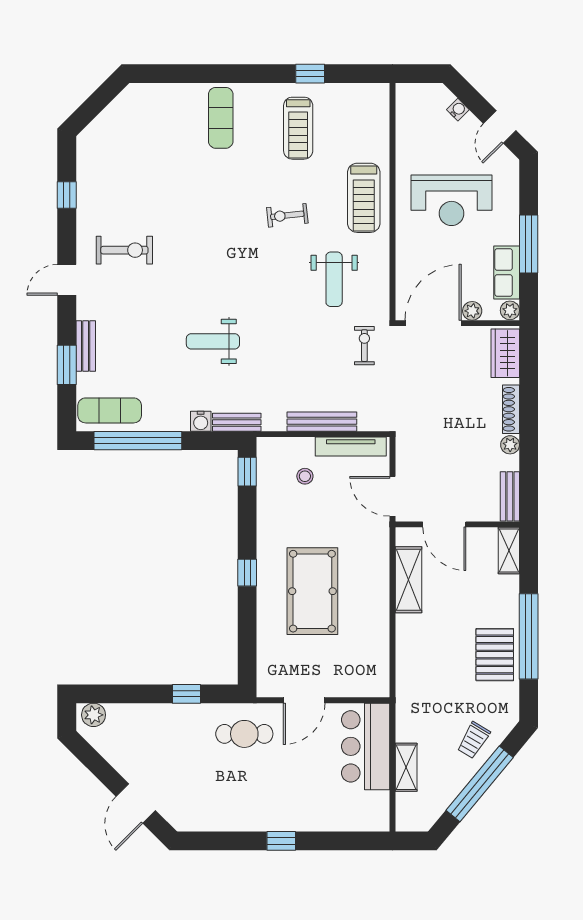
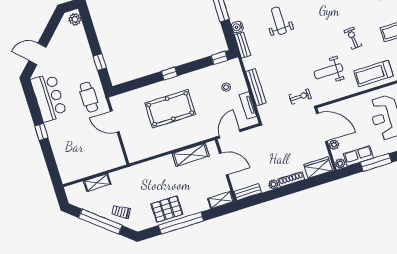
tv unit: (351, 447) -> (248, 105), width x0.71
door: (444, 524) -> (224, 164), swing flipped
bar counter: (366, 746) -> (49, 97), moved, turned 90

